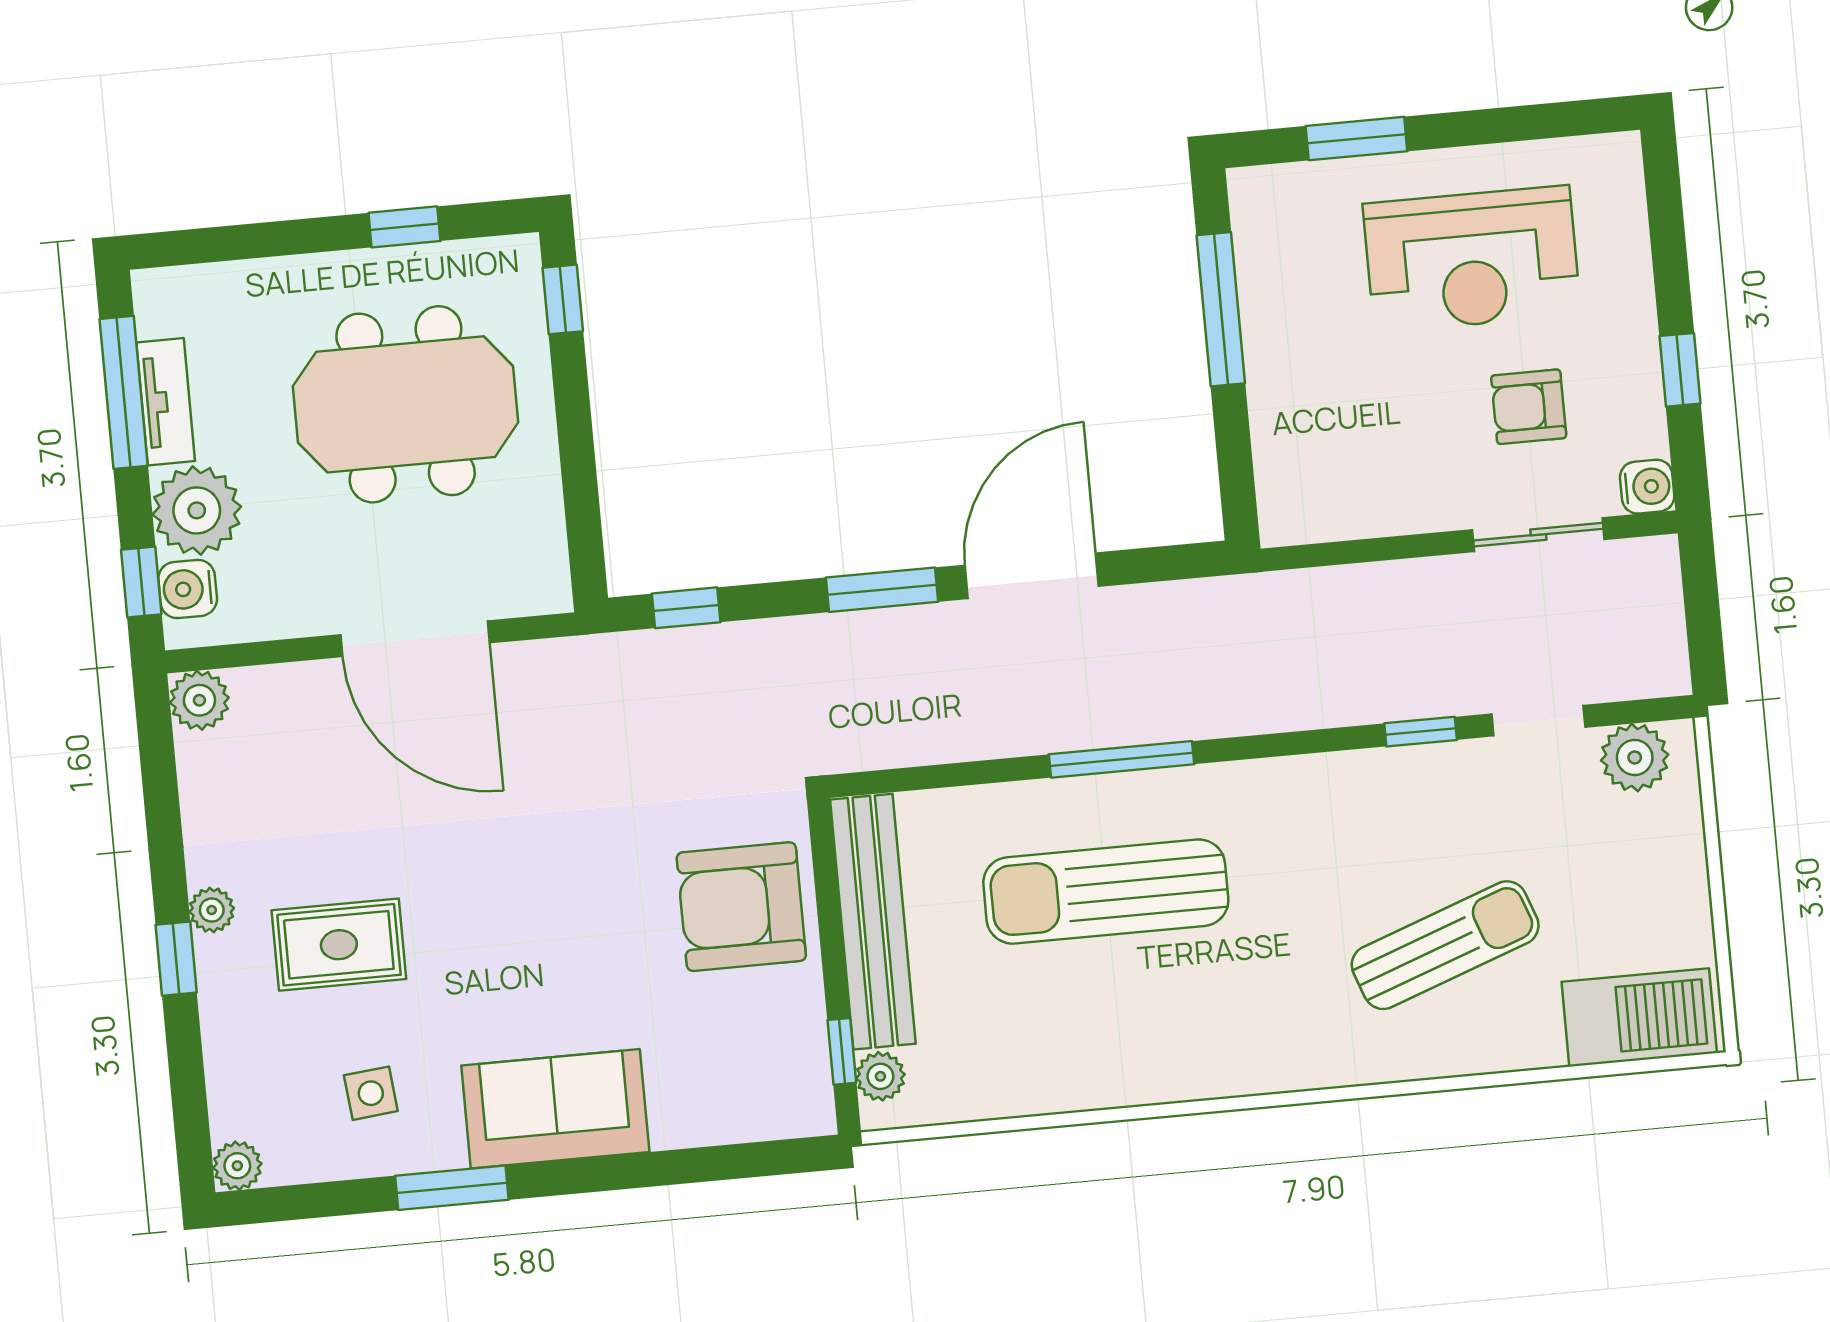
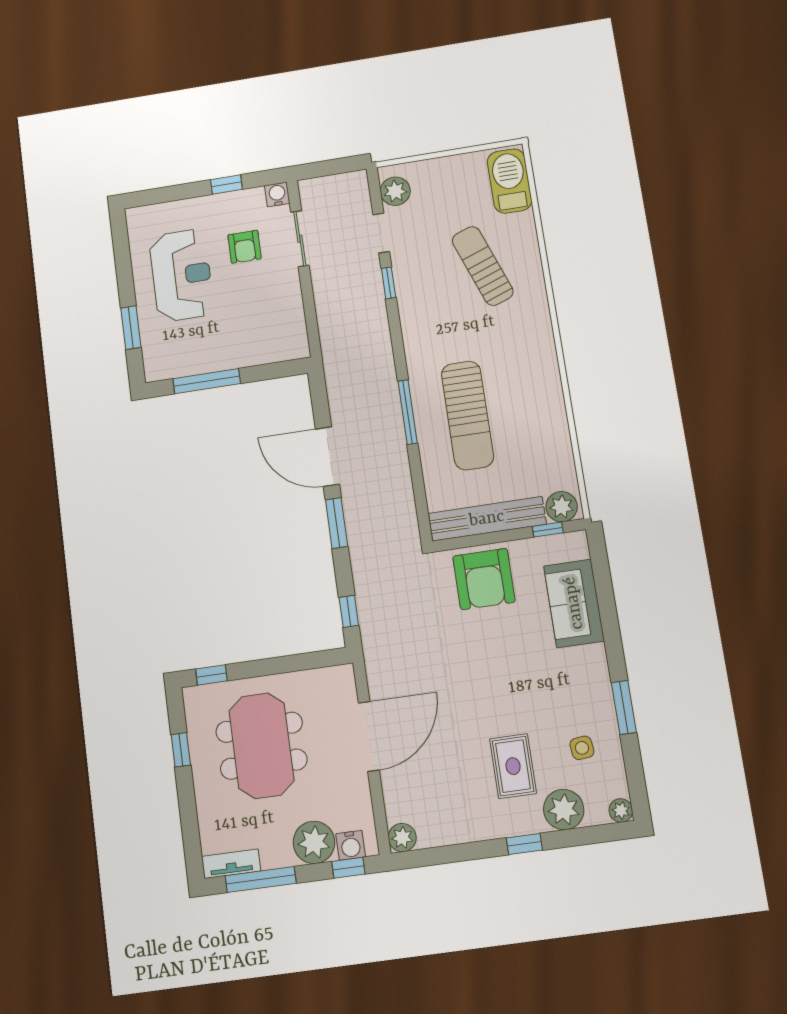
tv unit: (166, 402) -> (231, 864), moved
plant: (212, 910) -> (564, 810), moved, width x1.87, depth x1.87
plant: (880, 1076) -> (562, 507), width x1.38, depth x1.38
sofa: (555, 1109) -> (574, 603), moved

